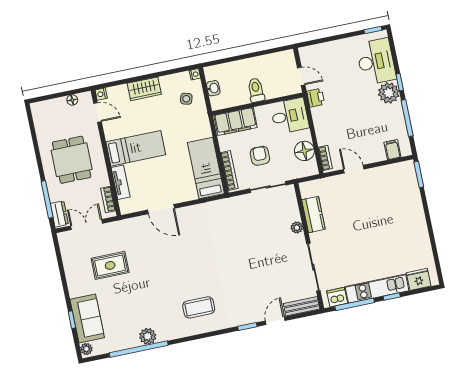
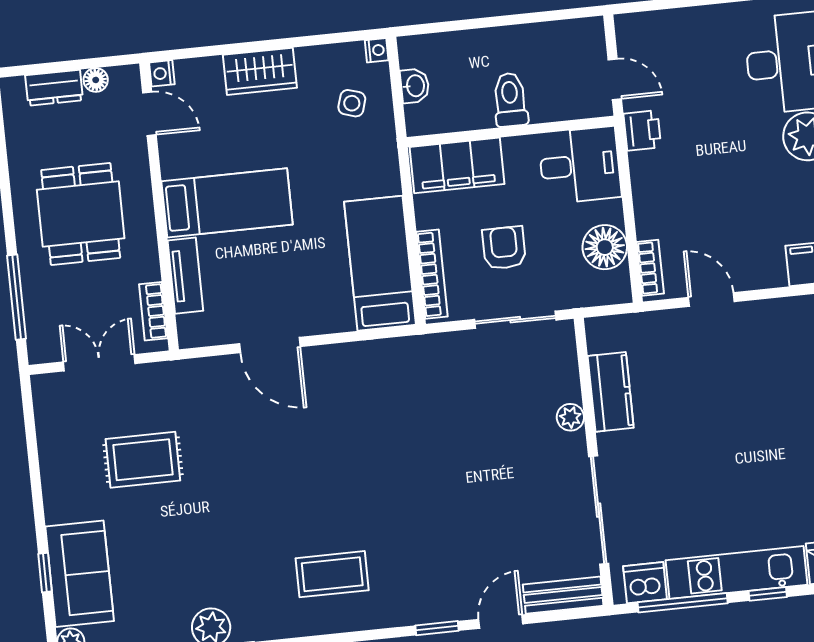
dresser: (59, 214) -> (54, 88), moved, turned 90

